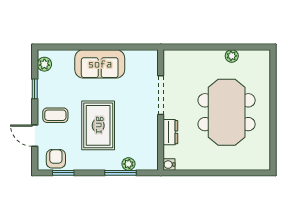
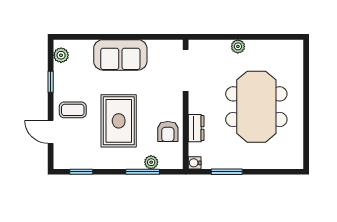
plant: (232, 56) -> (238, 46), moved
doorway: (161, 95) -> (186, 70), moved
armchair: (56, 159) -> (168, 132), moved, turned 180
window: (199, 173) -> (227, 172), added

